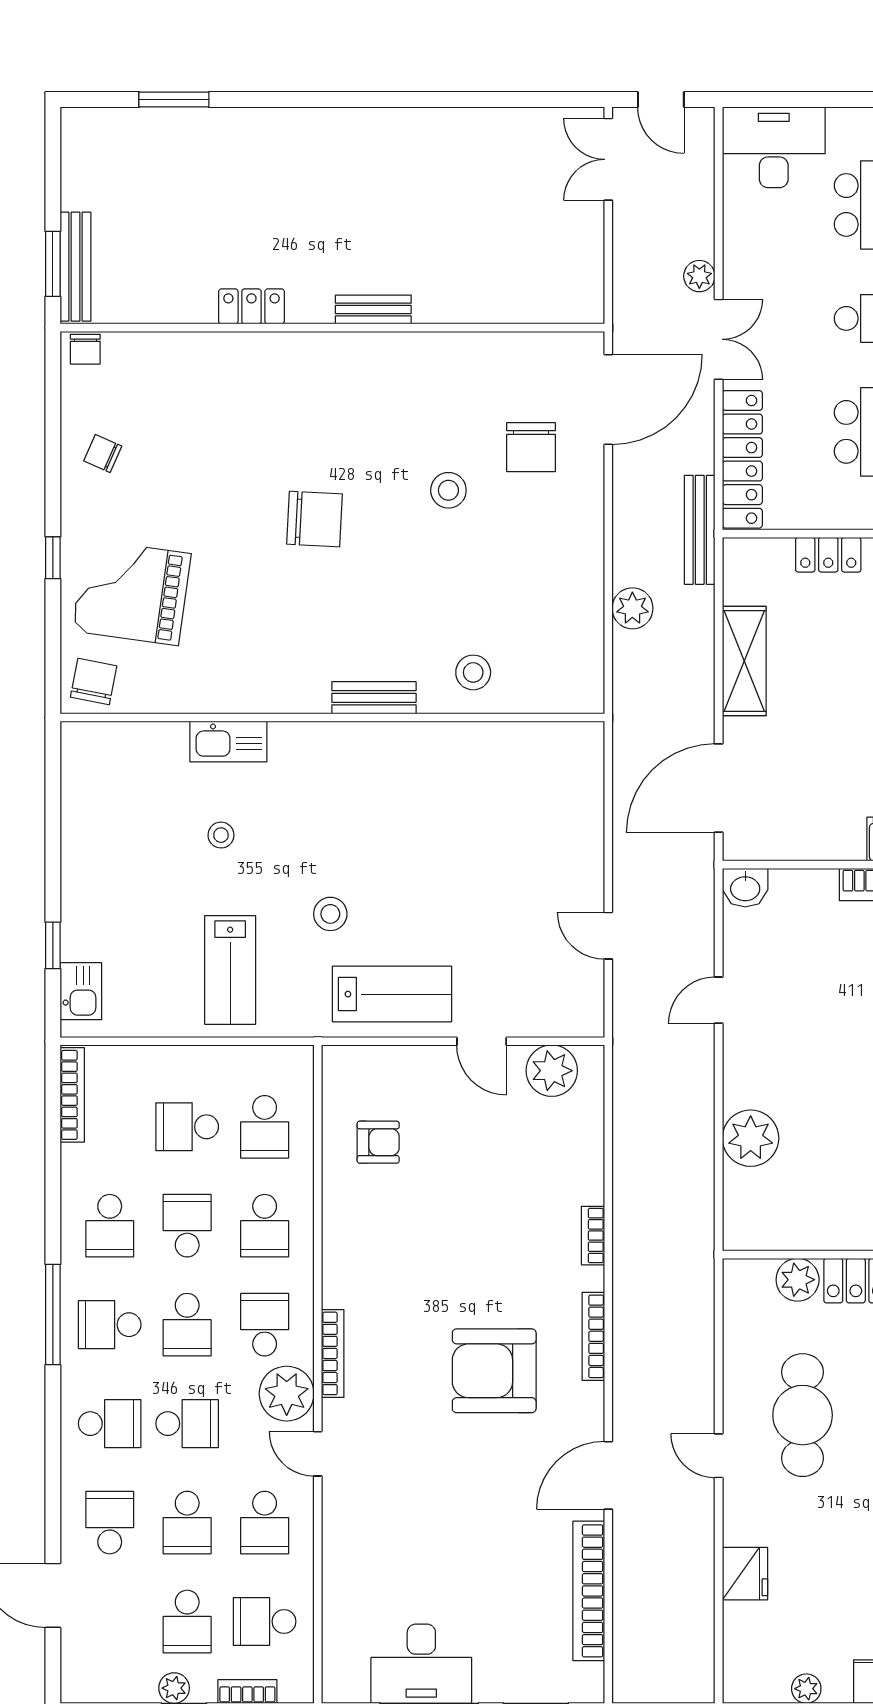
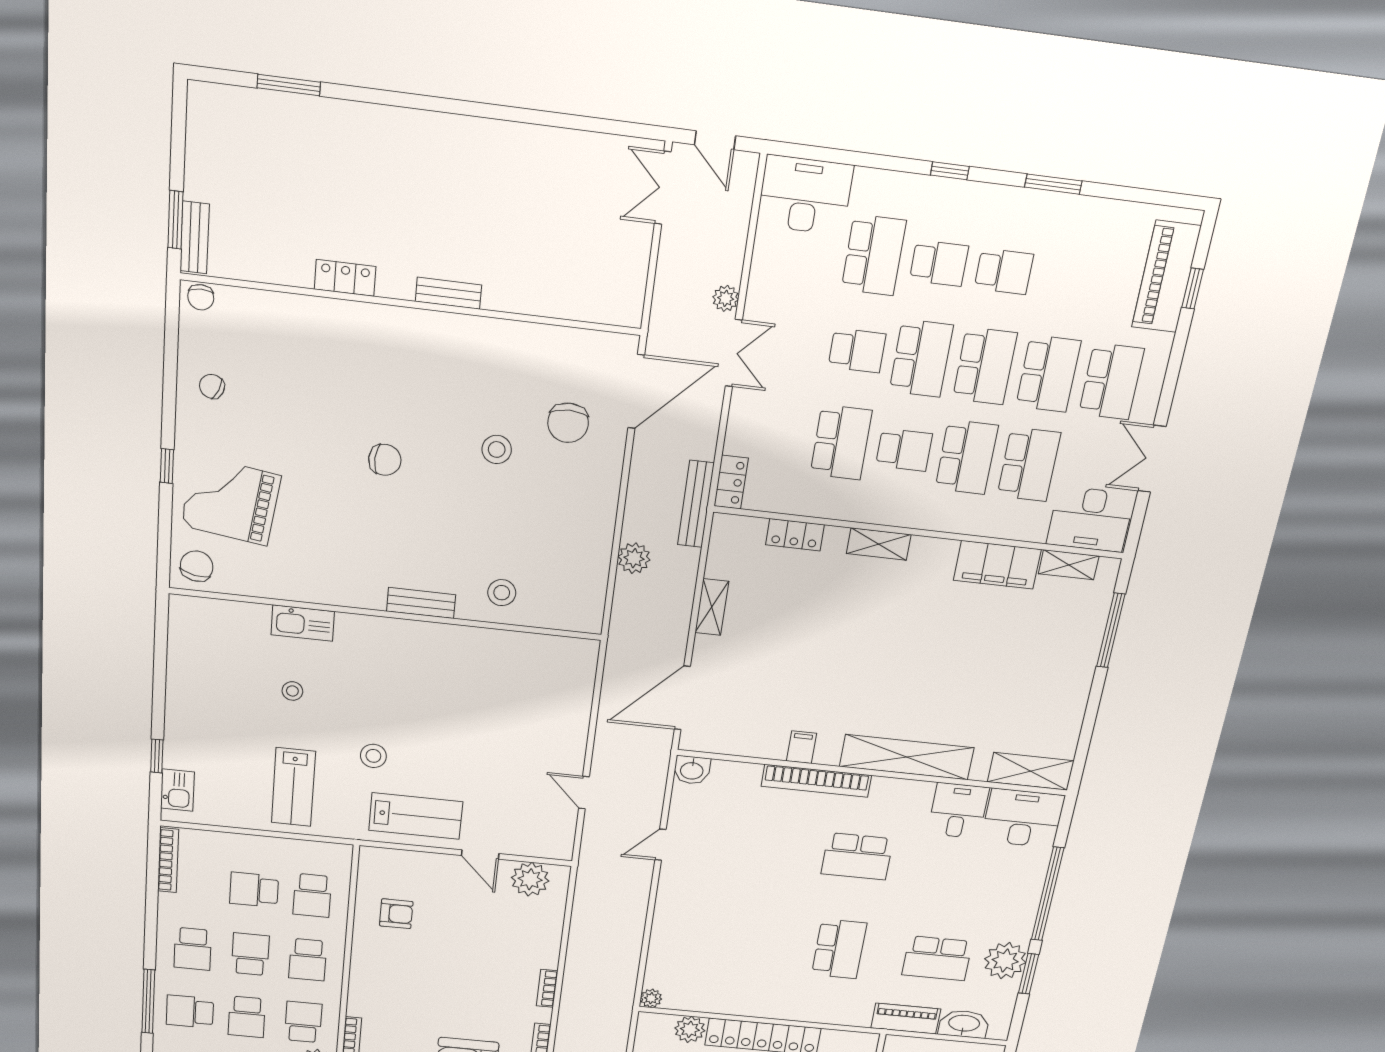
bench: (76, 267) -> (195, 237), width x0.73
locker: (742, 459) -> (731, 482), width x0.46, depth x0.83
chair: (315, 519) -> (385, 460), width x0.73, depth x0.73
shelving: (744, 661) -> (712, 607), width x0.67, depth x0.75
plant: (751, 1138) -> (651, 998), moved, width x0.53, depth x0.53

